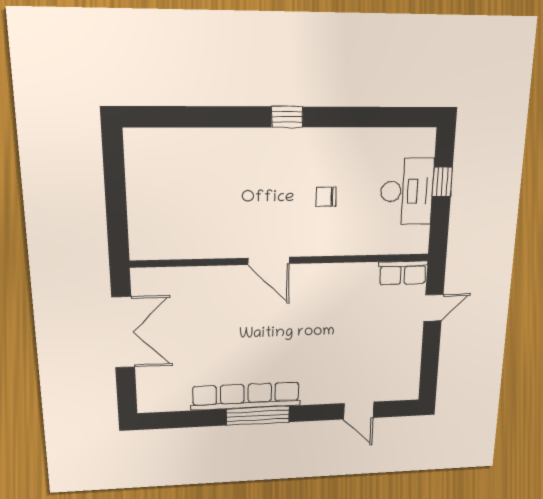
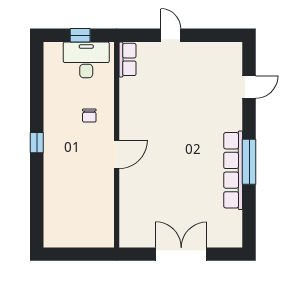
door: (269, 261) -> (117, 154), moved
wall: (283, 261) -> (117, 145), moved
row of seats: (403, 273) -> (127, 59), moved

